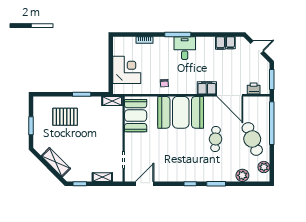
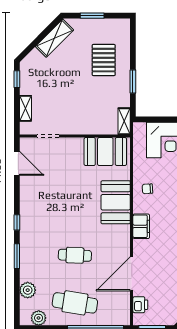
filing cabinet: (207, 88) -> (141, 226), moved
booth: (181, 112) -> (116, 202), width x0.73, depth x0.70
cafe table: (252, 139) -> (75, 303), turned 30
shelving: (56, 162) -> (54, 38), moved

